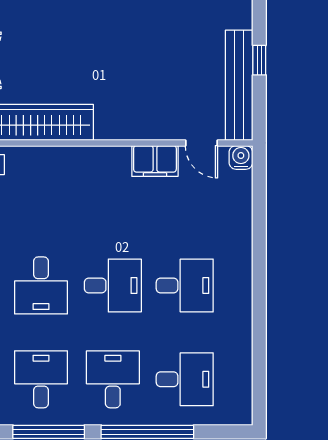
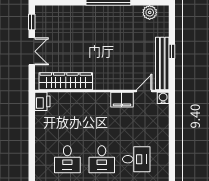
door: (201, 143) -> (144, 91), swing flipped
desk: (113, 285) -> (102, 159), turned 90

